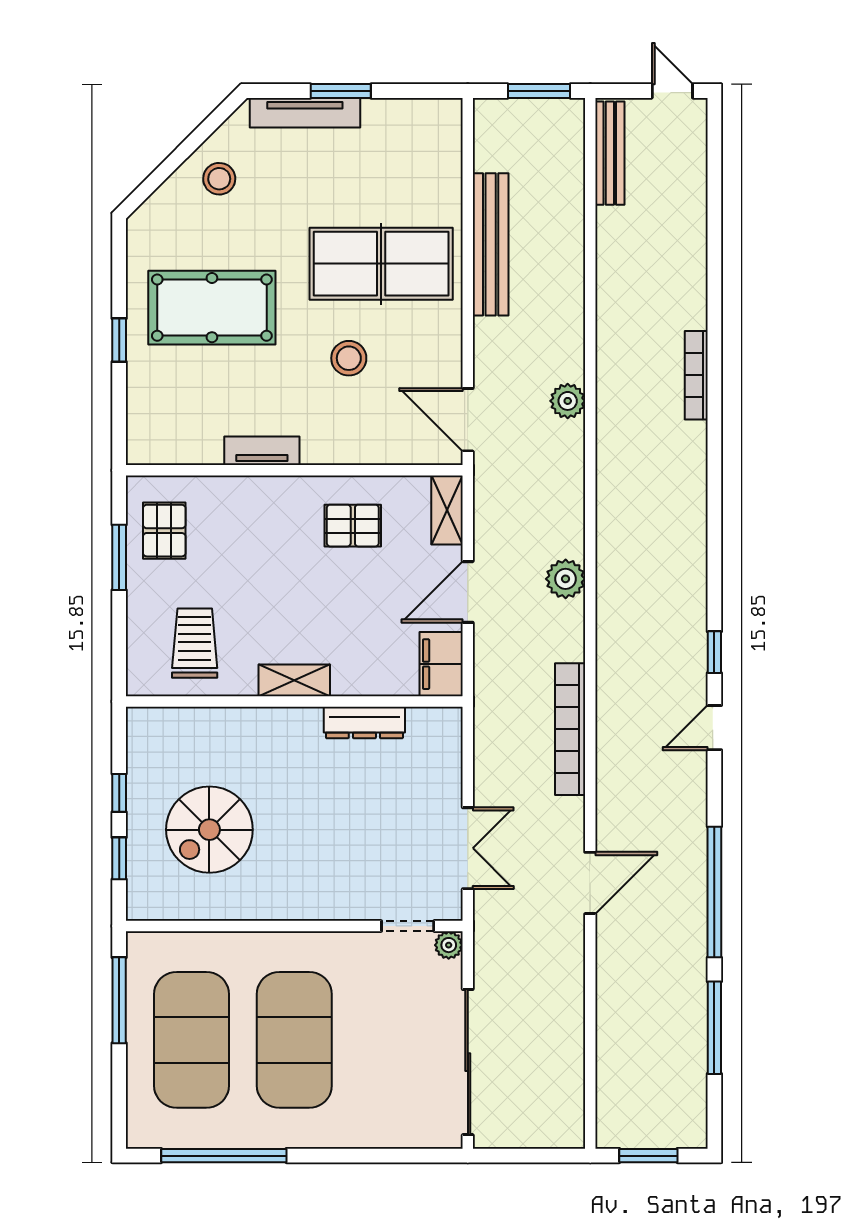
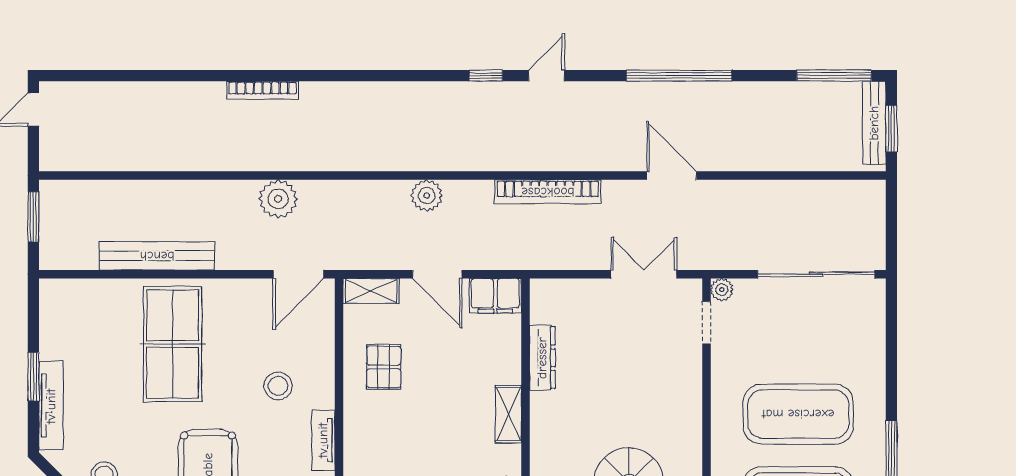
bench: (610, 153) -> (874, 123), moved, turned 90
stool: (349, 358) -> (278, 386), moved
plant: (568, 401) -> (278, 199), width x1.36, depth x1.36
door: (714, 728) -> (547, 76), swing flipped
window: (714, 1028) -> (834, 76), moved

